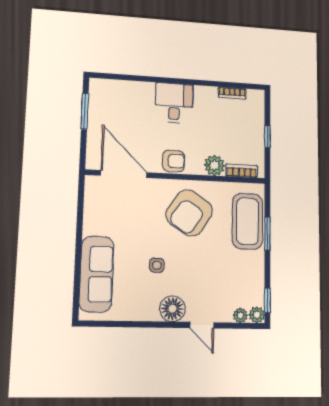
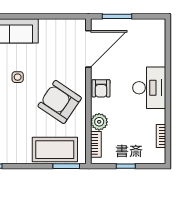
desk: (174, 103) -> (149, 88), width x1.37
window: (85, 111) -> (117, 16), moved
window: (267, 233) -> (66, 166), moved

